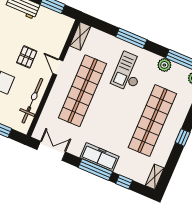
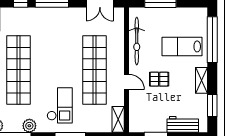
pallet: (27, 57) -> (159, 79), turned 90
freezer: (100, 157) -> (53, 16), removed

